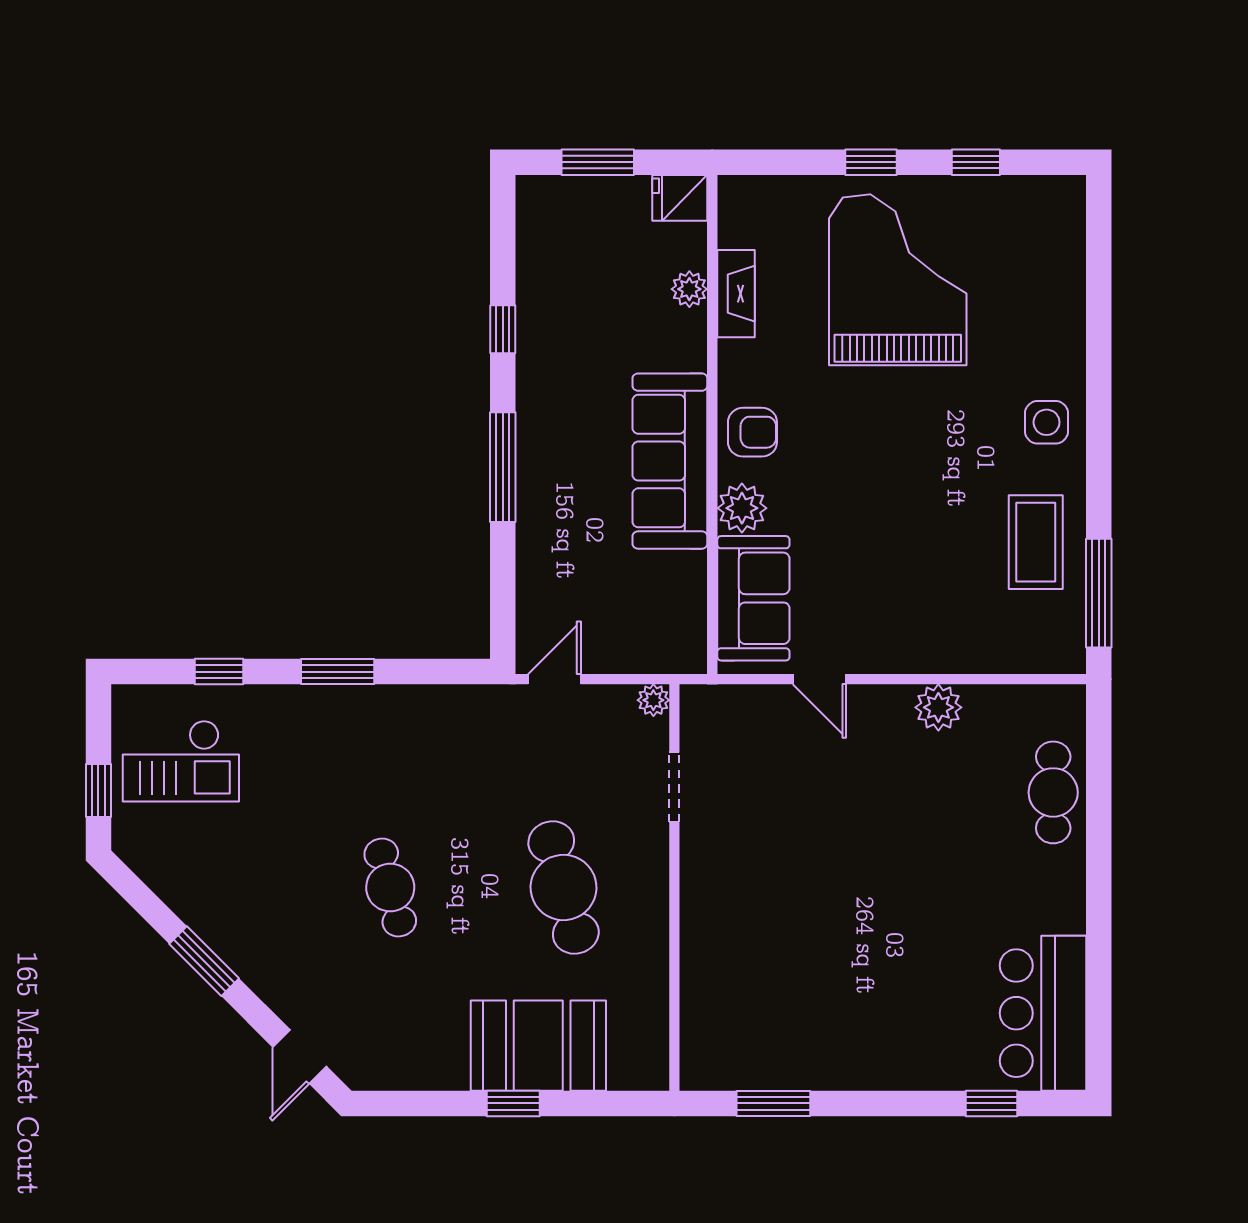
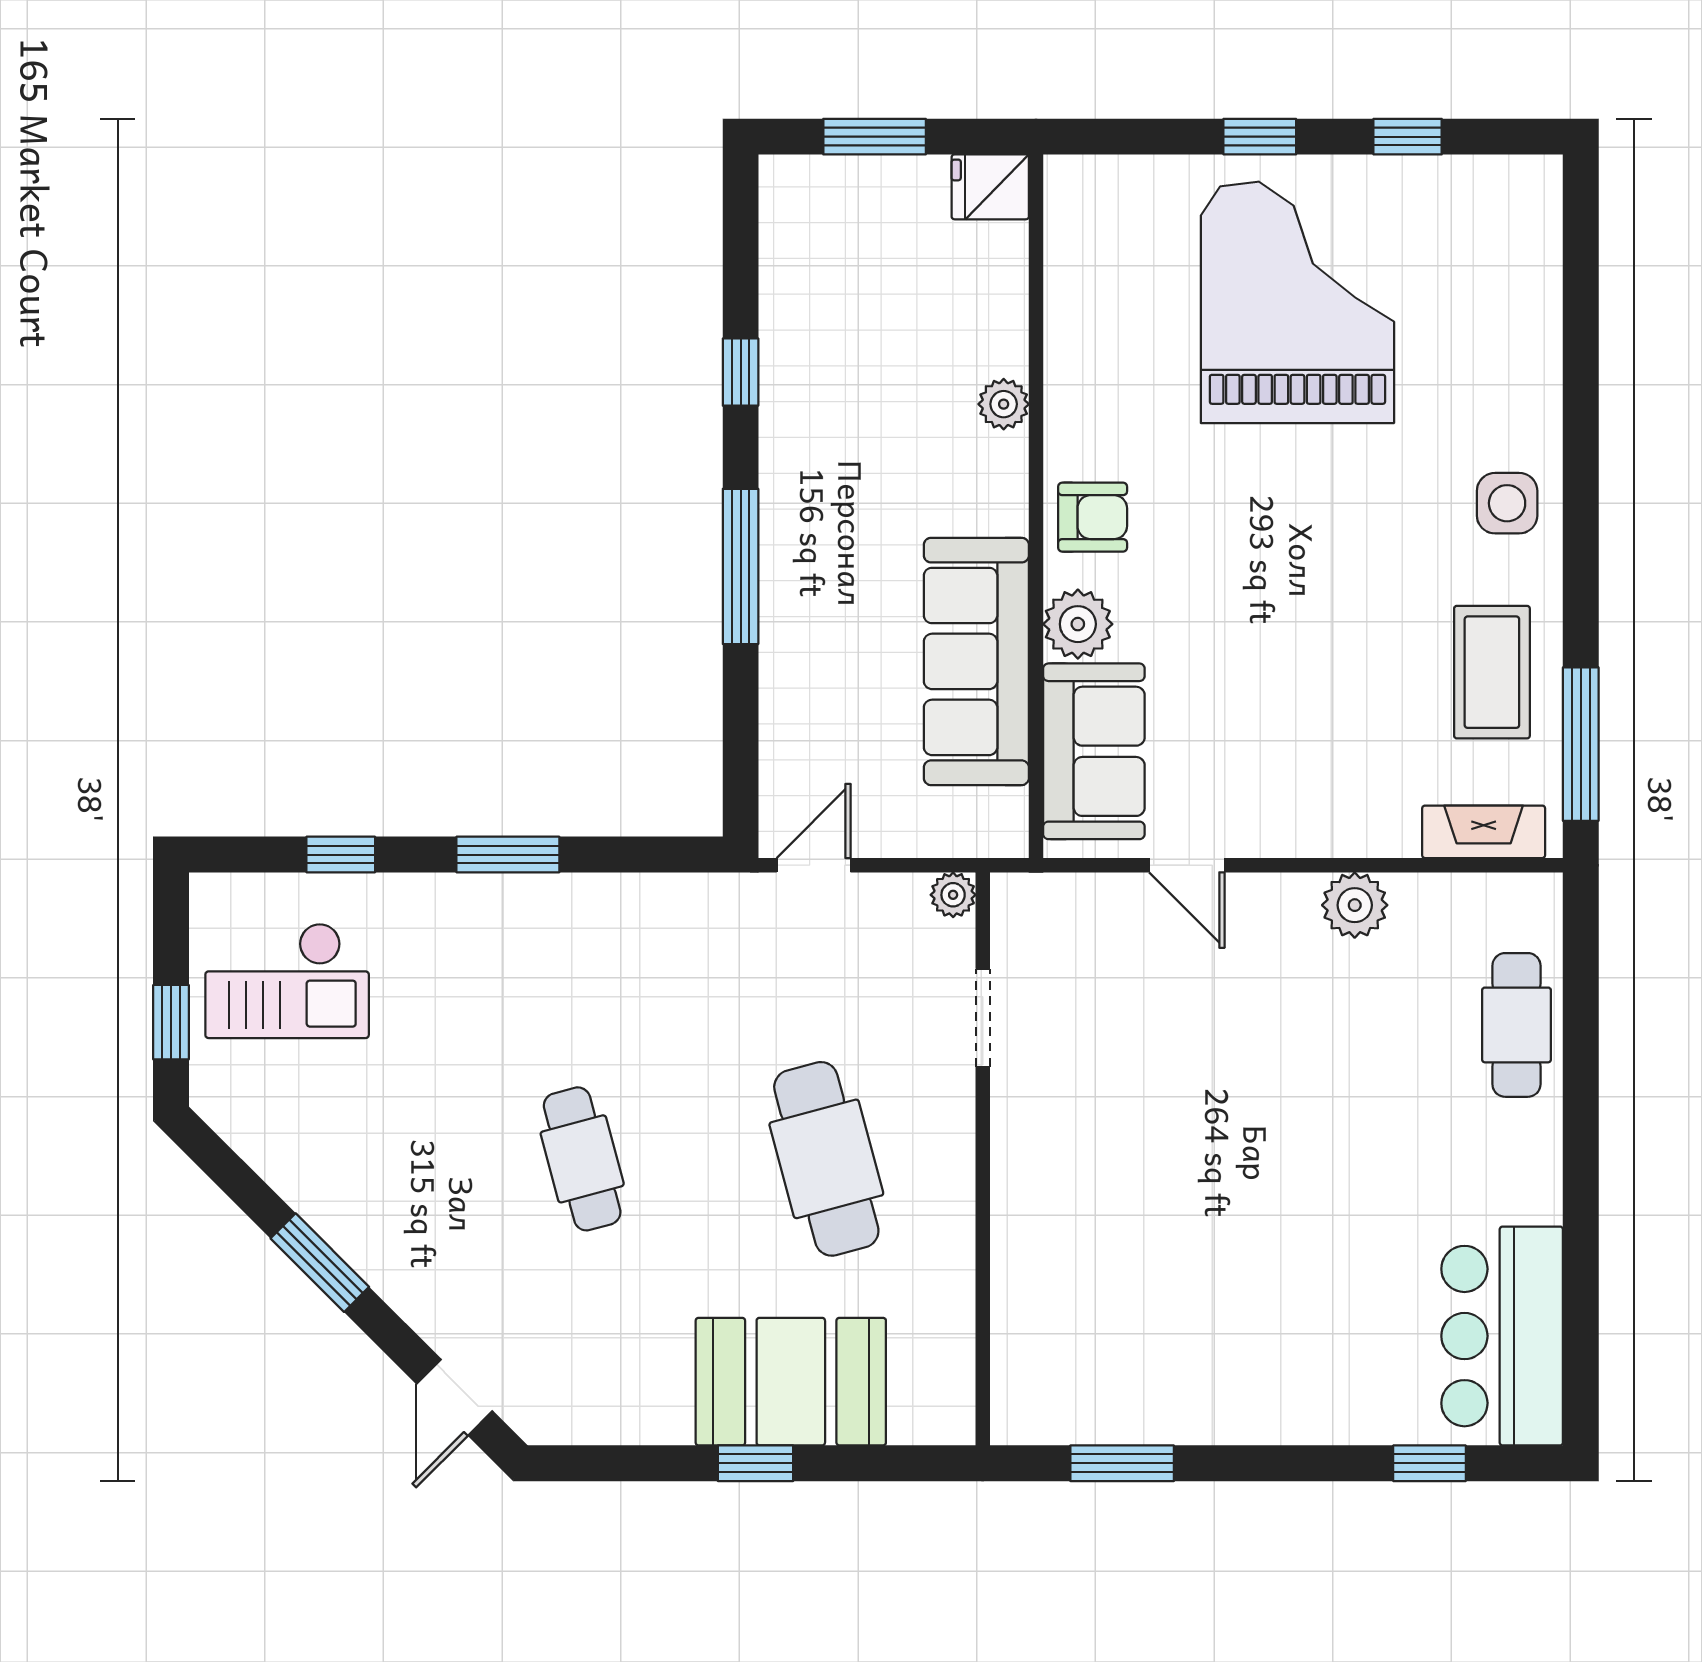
plant: (689, 289) -> (1004, 404), moved
fireplace: (736, 294) -> (1484, 832), moved, turned -90
sofa: (670, 461) -> (976, 661), moved

